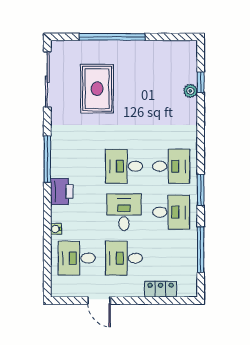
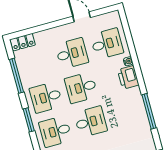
printer: (62, 192) -> (128, 77), moved
desk: (124, 212) -> (81, 88), turned 90
locker: (161, 289) -> (23, 42), moved

